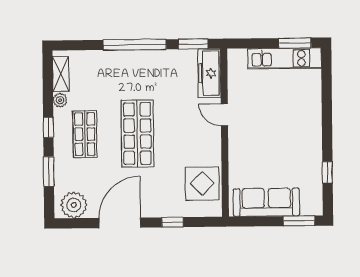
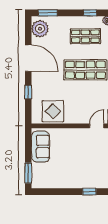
window: (49, 171) -> (48, 13), moved
window: (328, 172) -> (89, 192), moved
sofa: (266, 202) -> (40, 147), width x0.73

